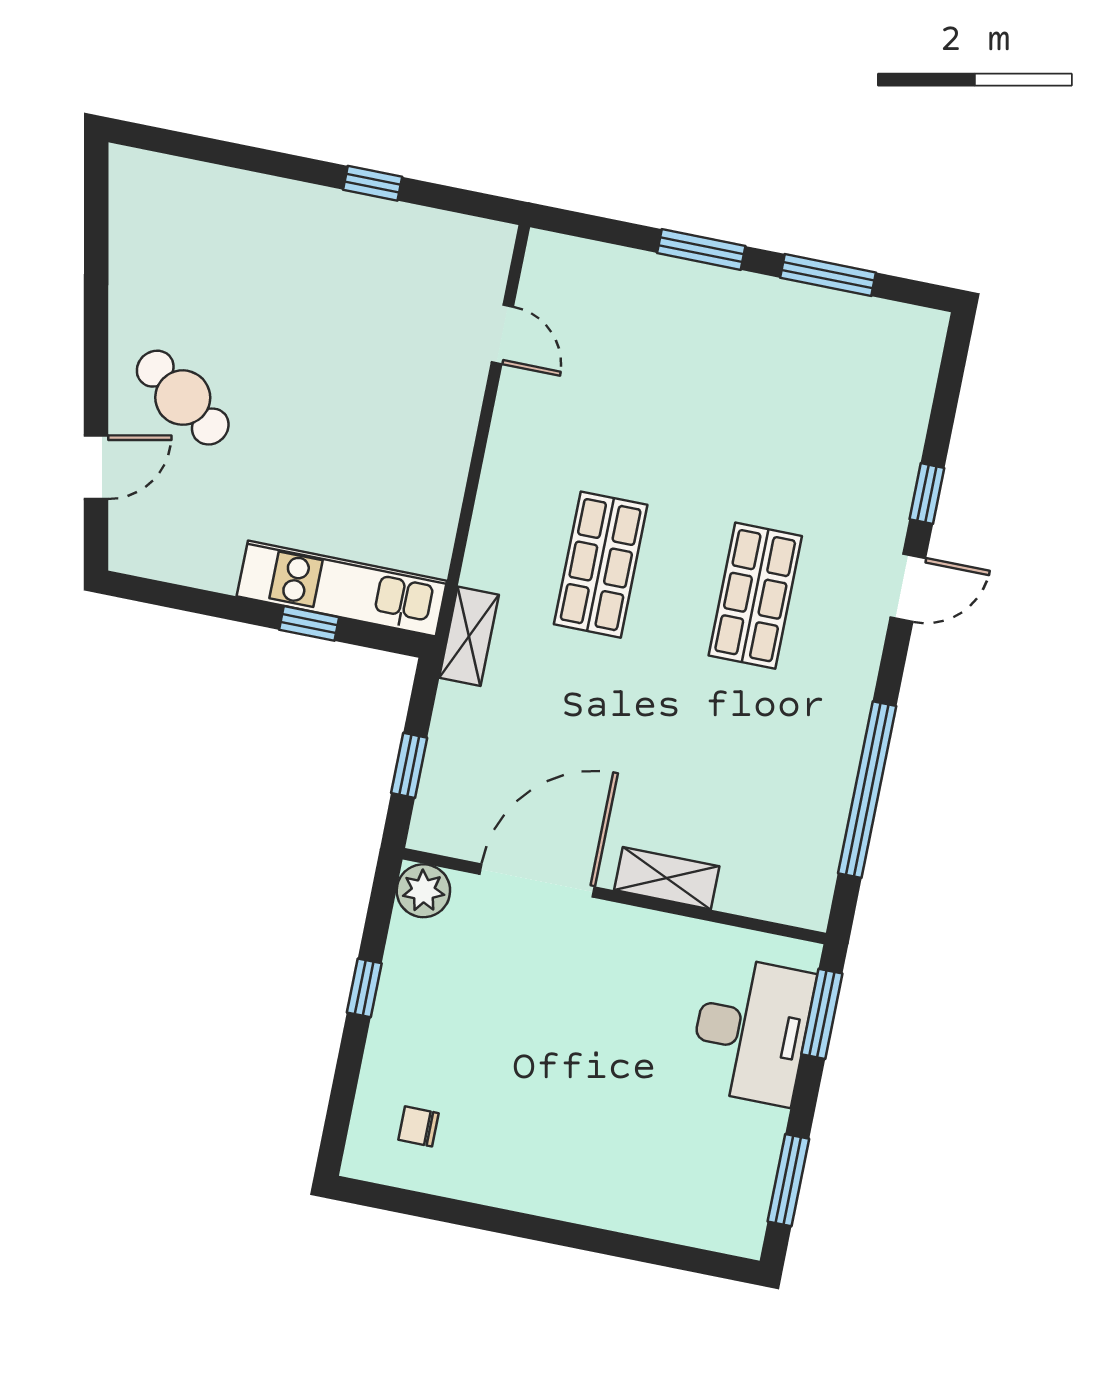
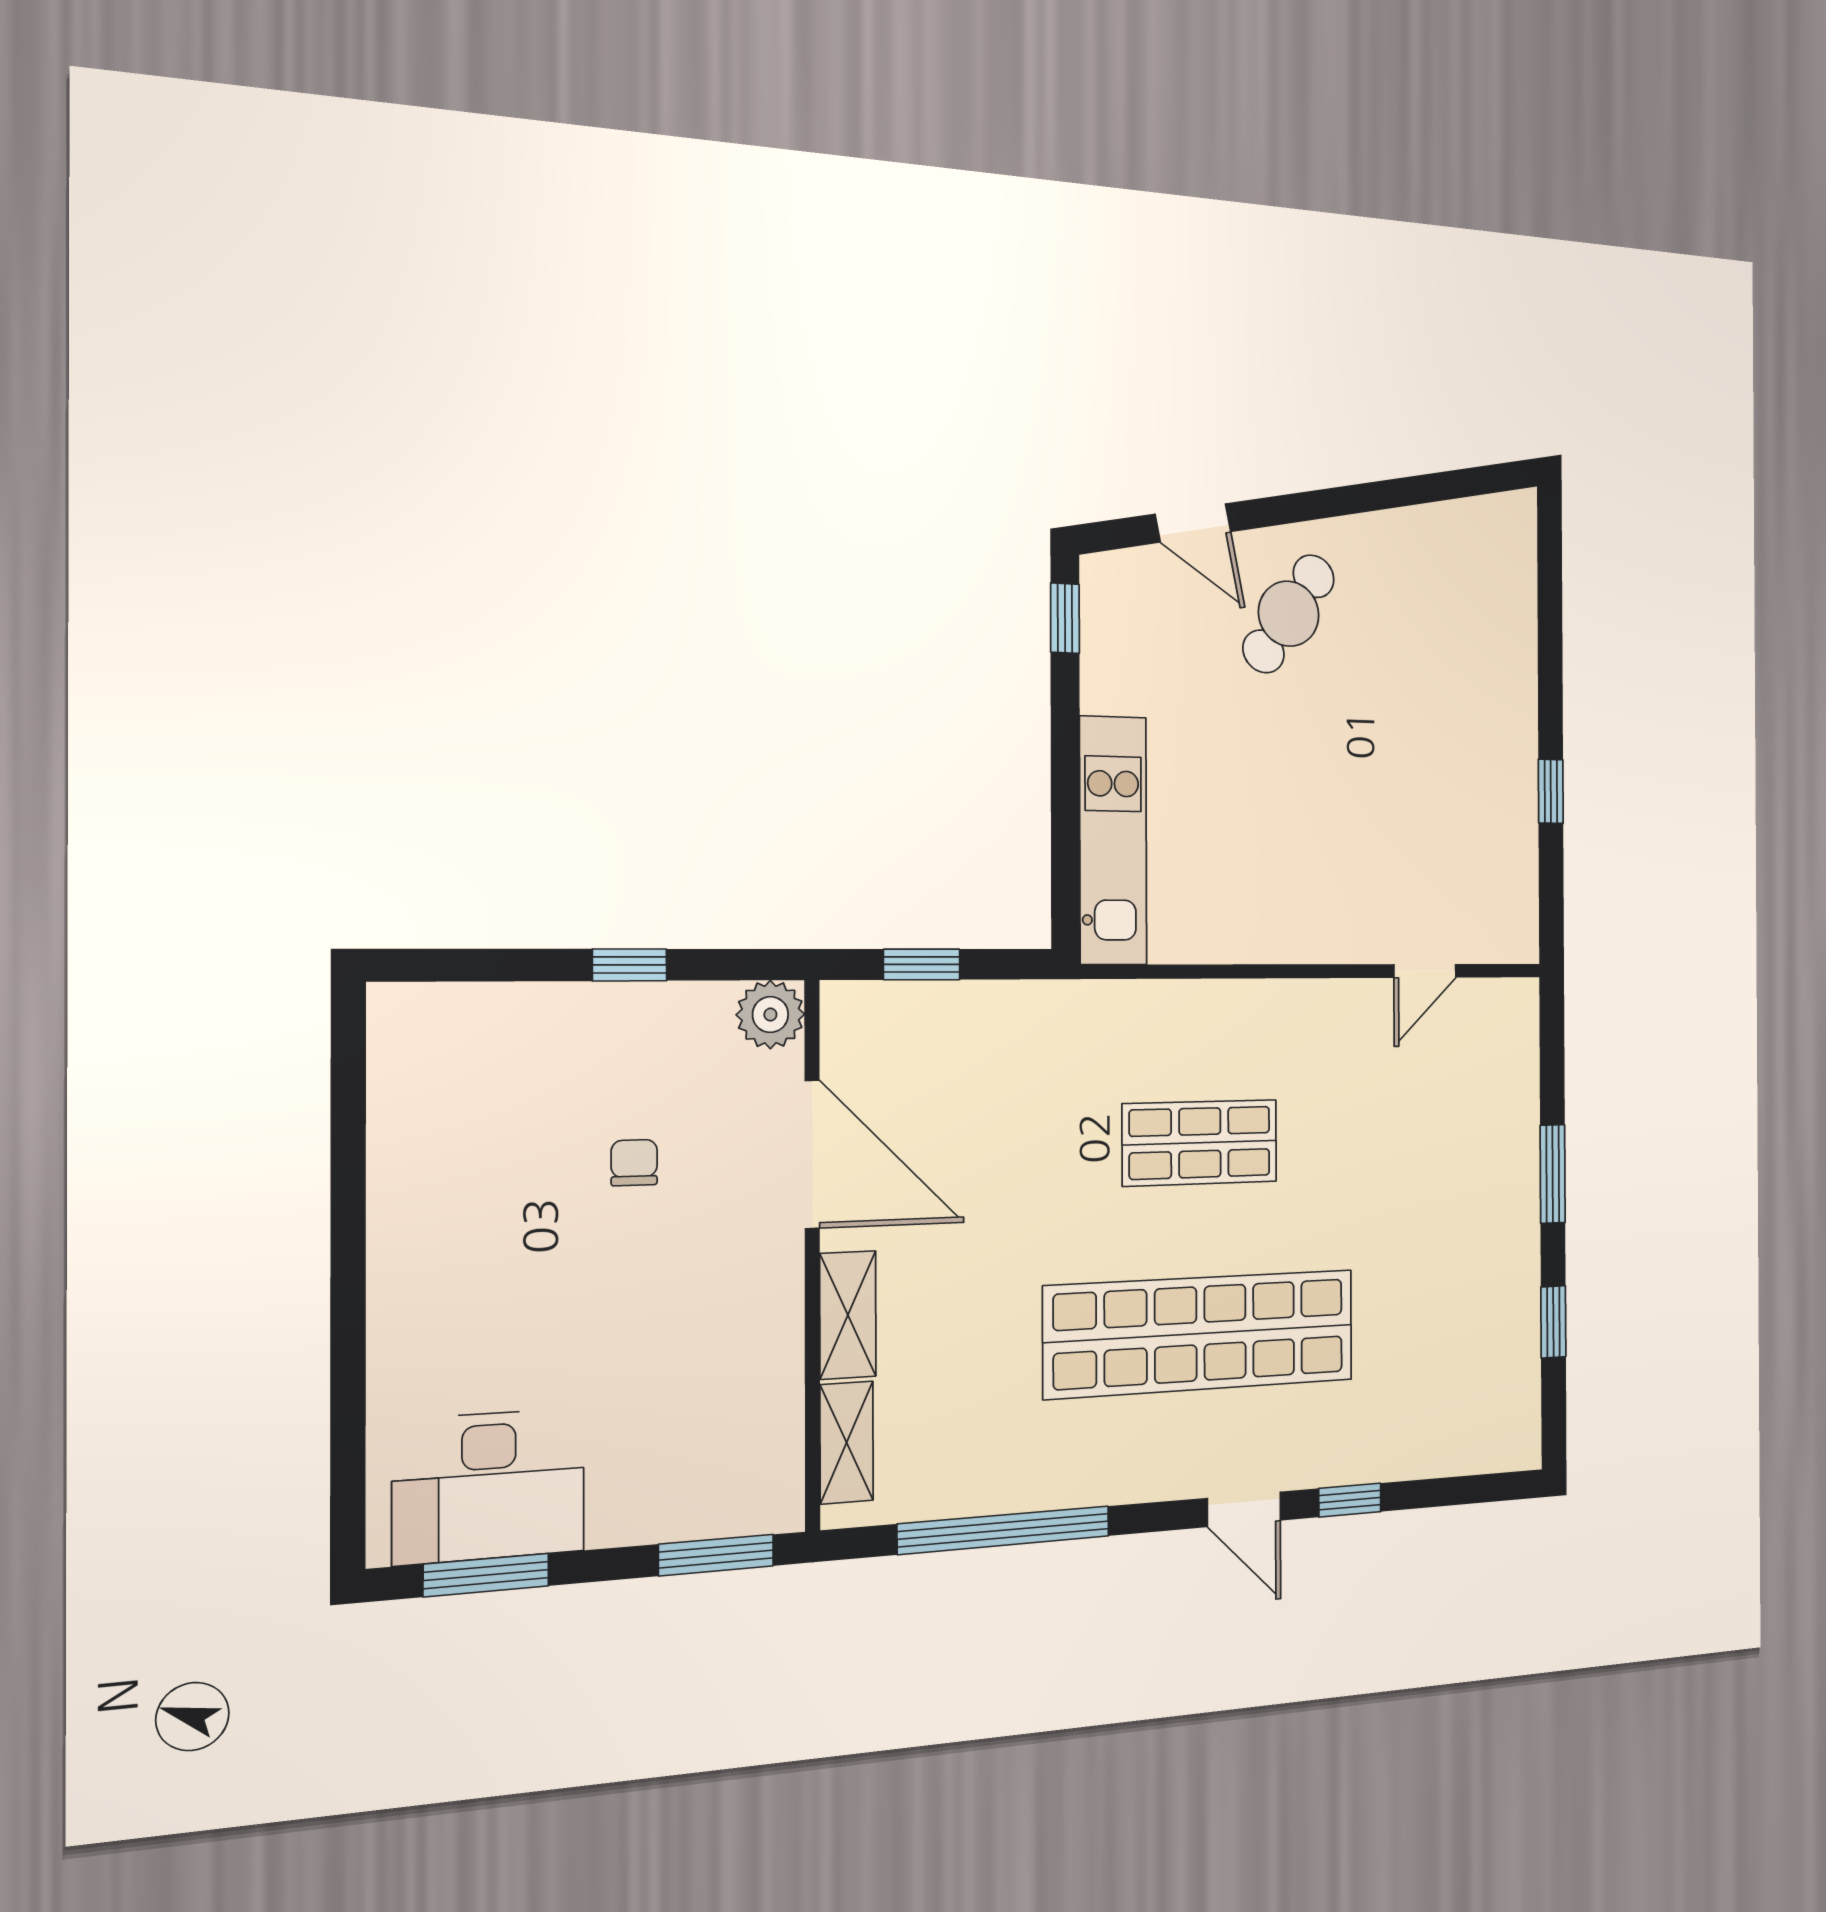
window: (828, 275) -> (1553, 1322), width x0.67
shop shelf: (755, 596) -> (1200, 1334), width x2.00, depth x1.36
window: (309, 623) -> (1065, 618), moved
shelving: (469, 636) -> (847, 1443), moved, turned 90
desk: (751, 1031) -> (489, 1486), moved
chair: (419, 1126) -> (634, 1163), moved

